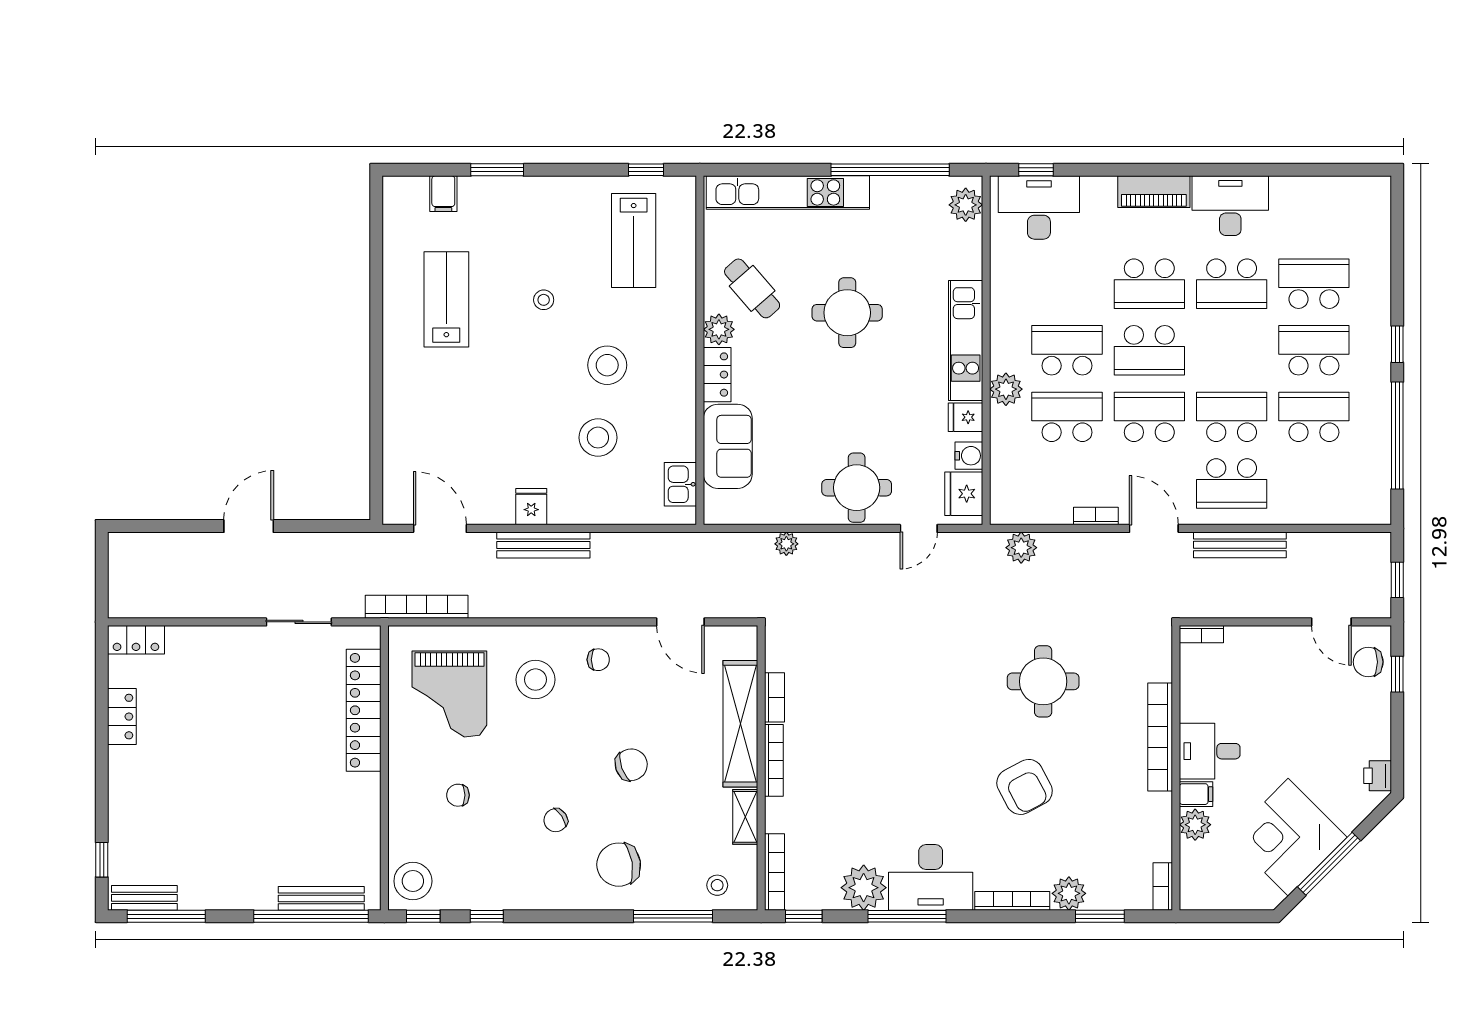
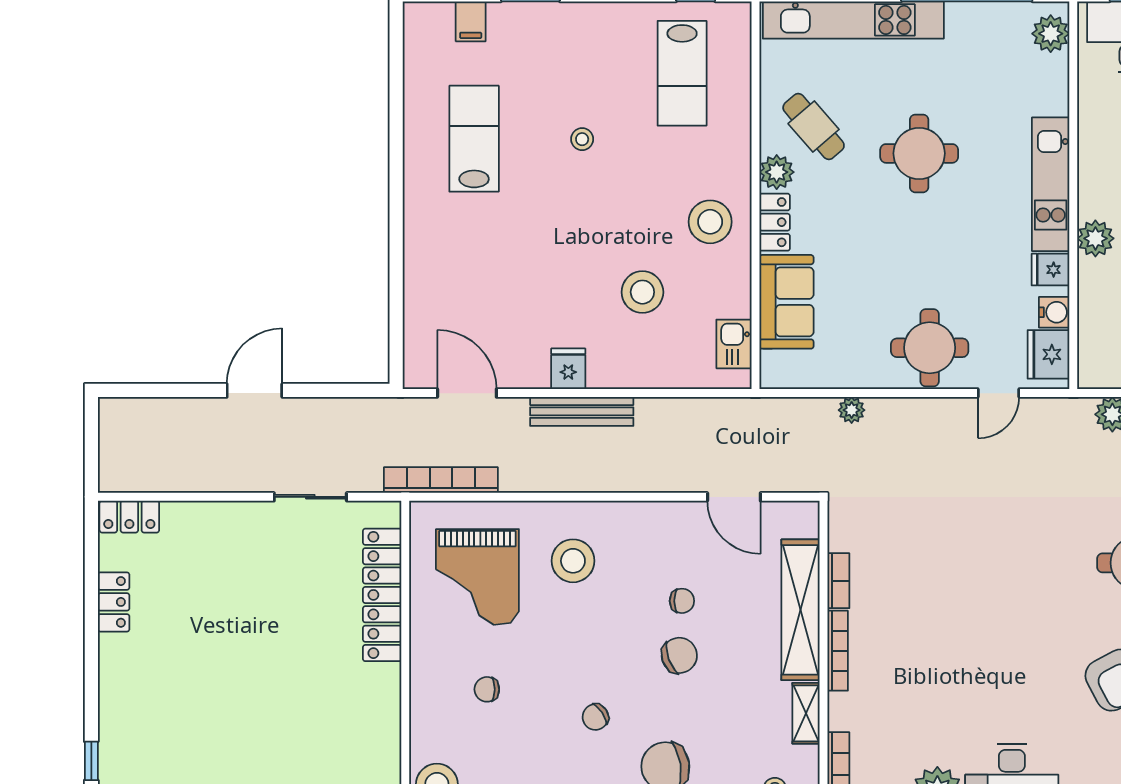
stool: (607, 365) -> (710, 222), moved
chair: (598, 660) -> (682, 601), moved

